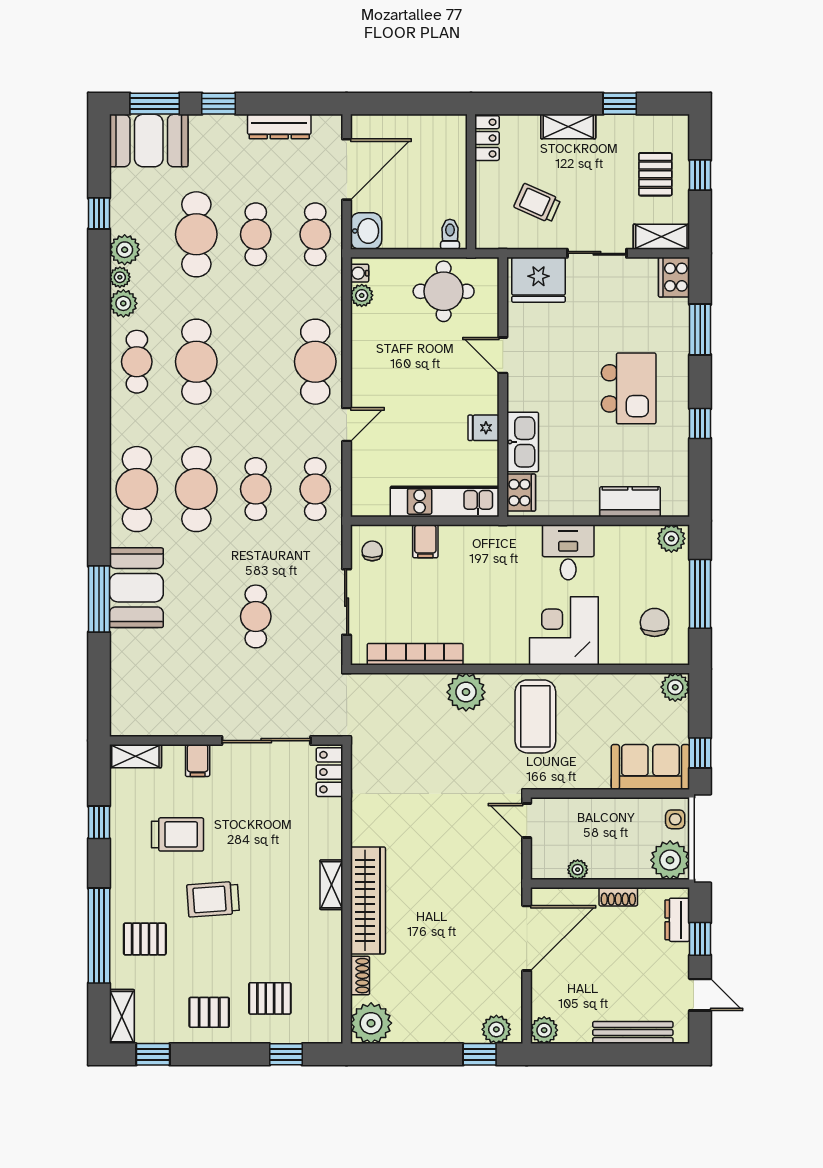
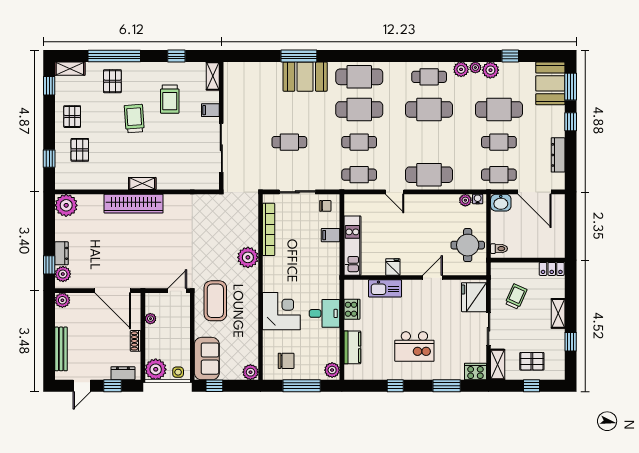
cooker: (521, 493) -> (352, 309), moved, turned -90
coffee table: (535, 716) -> (215, 301), moved, turned 90
locker: (329, 772) -> (204, 182), removed
shoe rack: (360, 976) -> (92, 199), removed
dresser: (459, 1032) -> (61, 253), added

